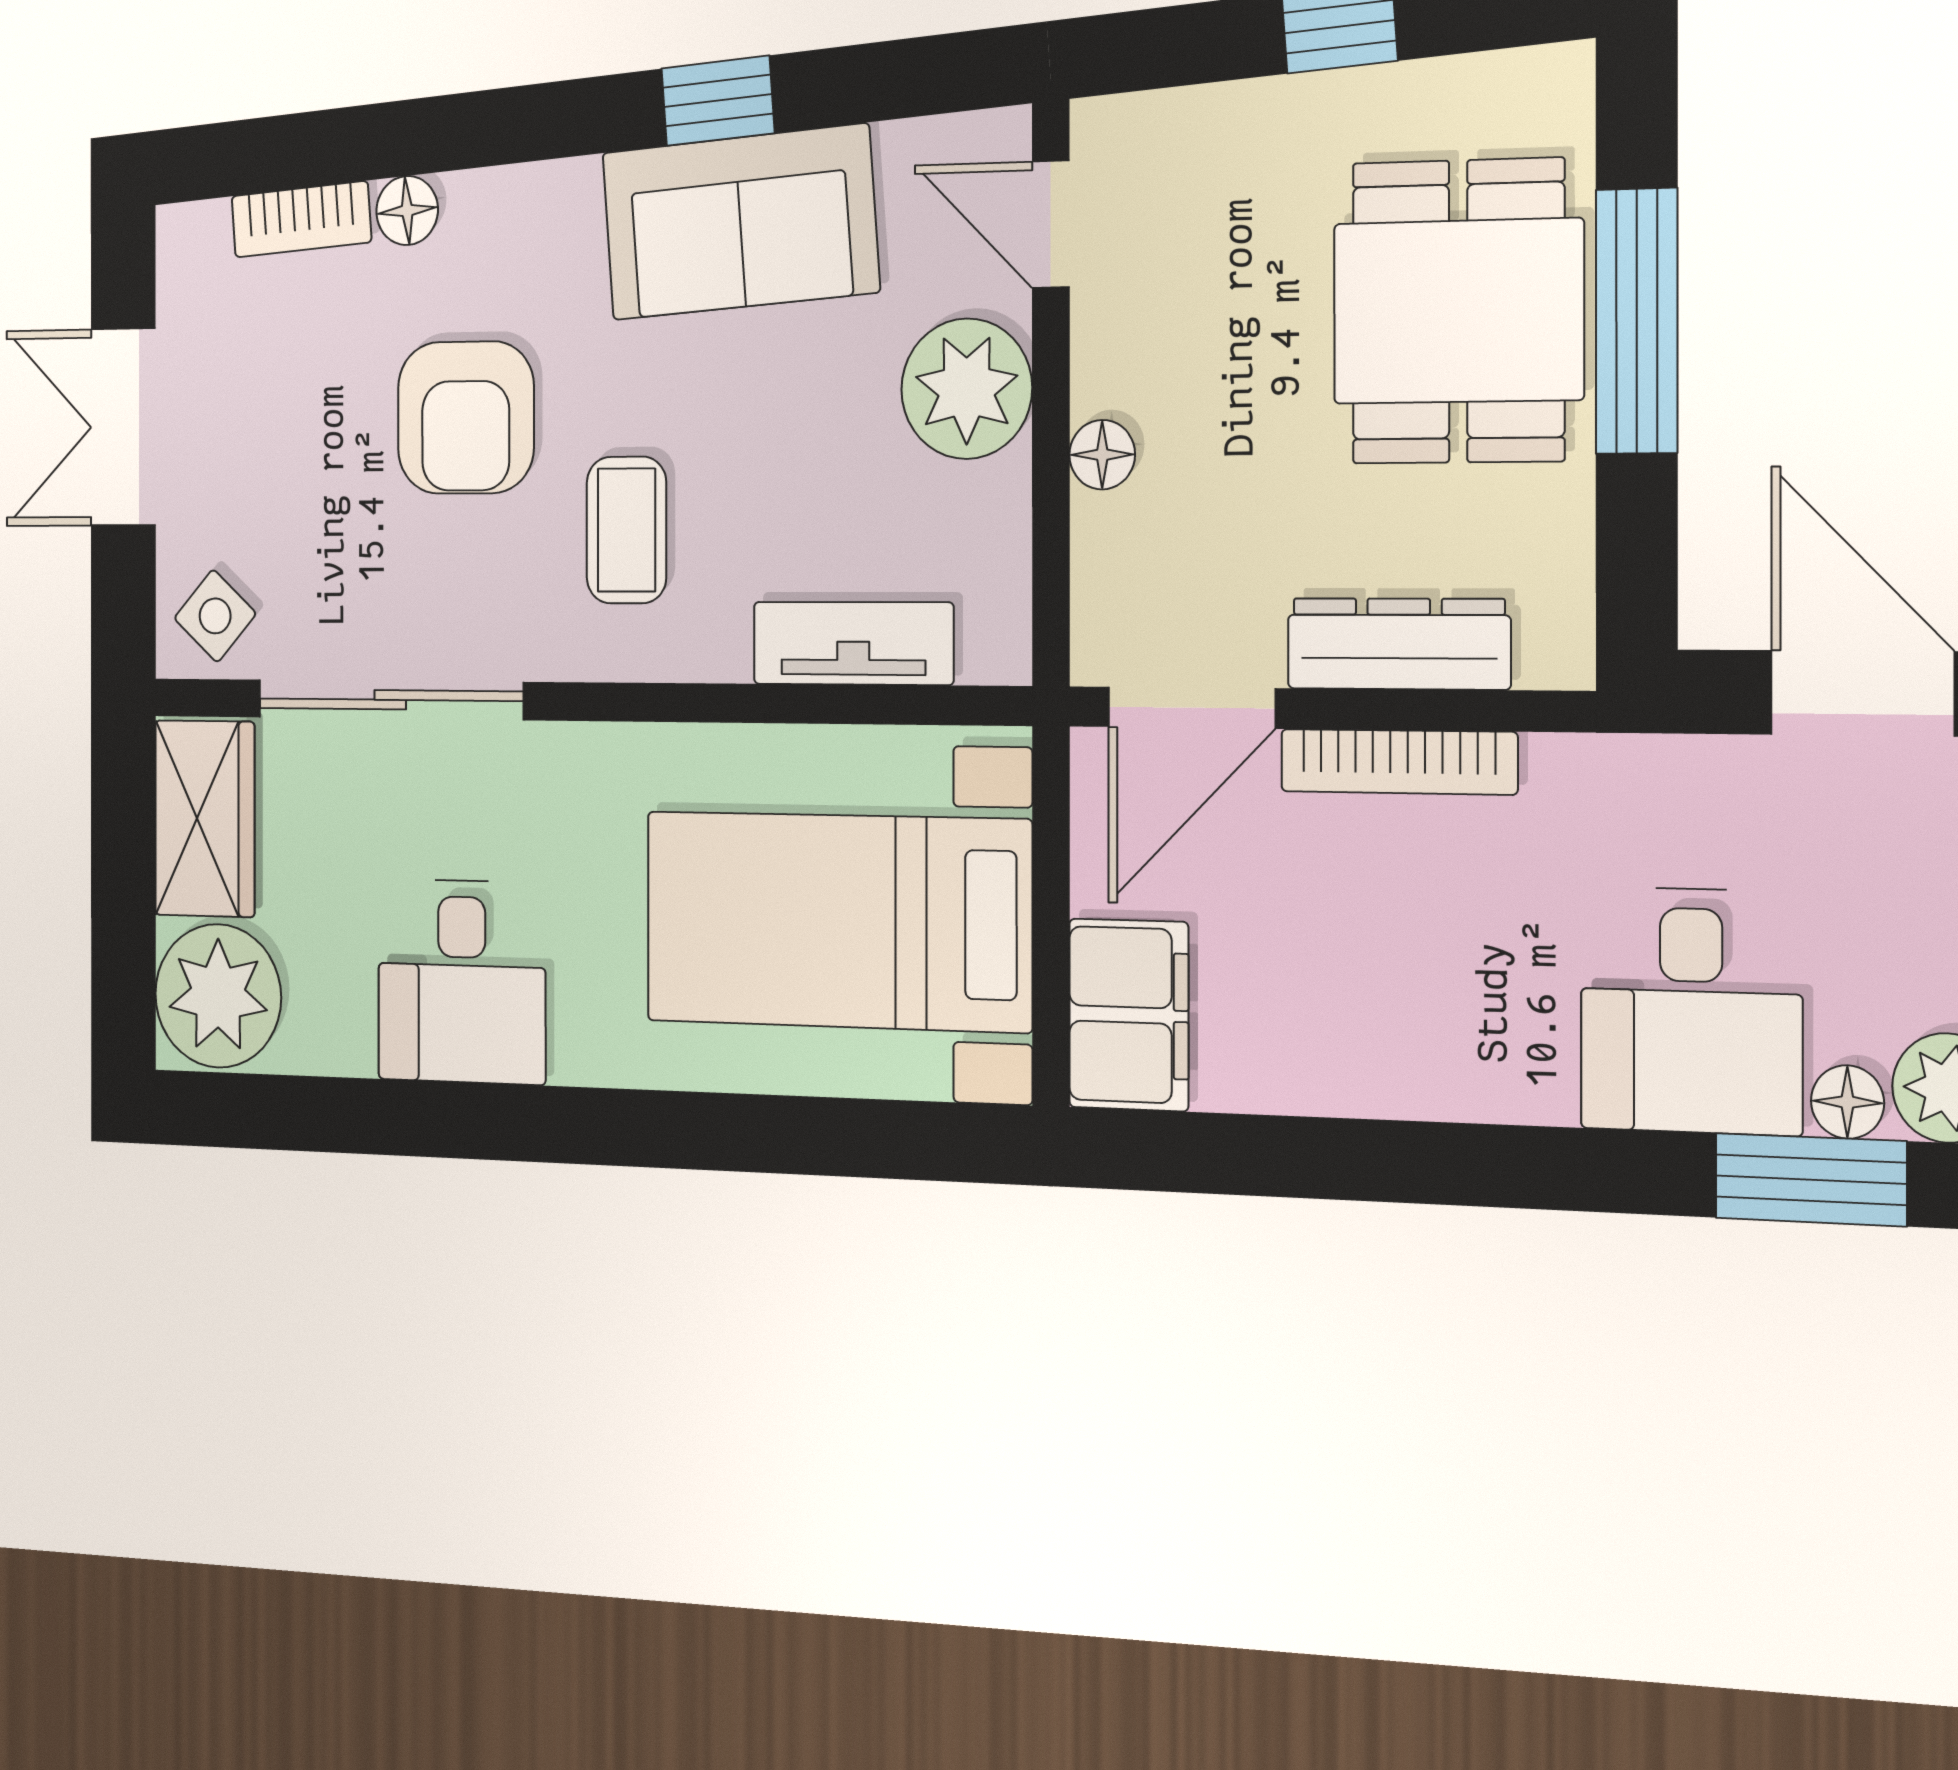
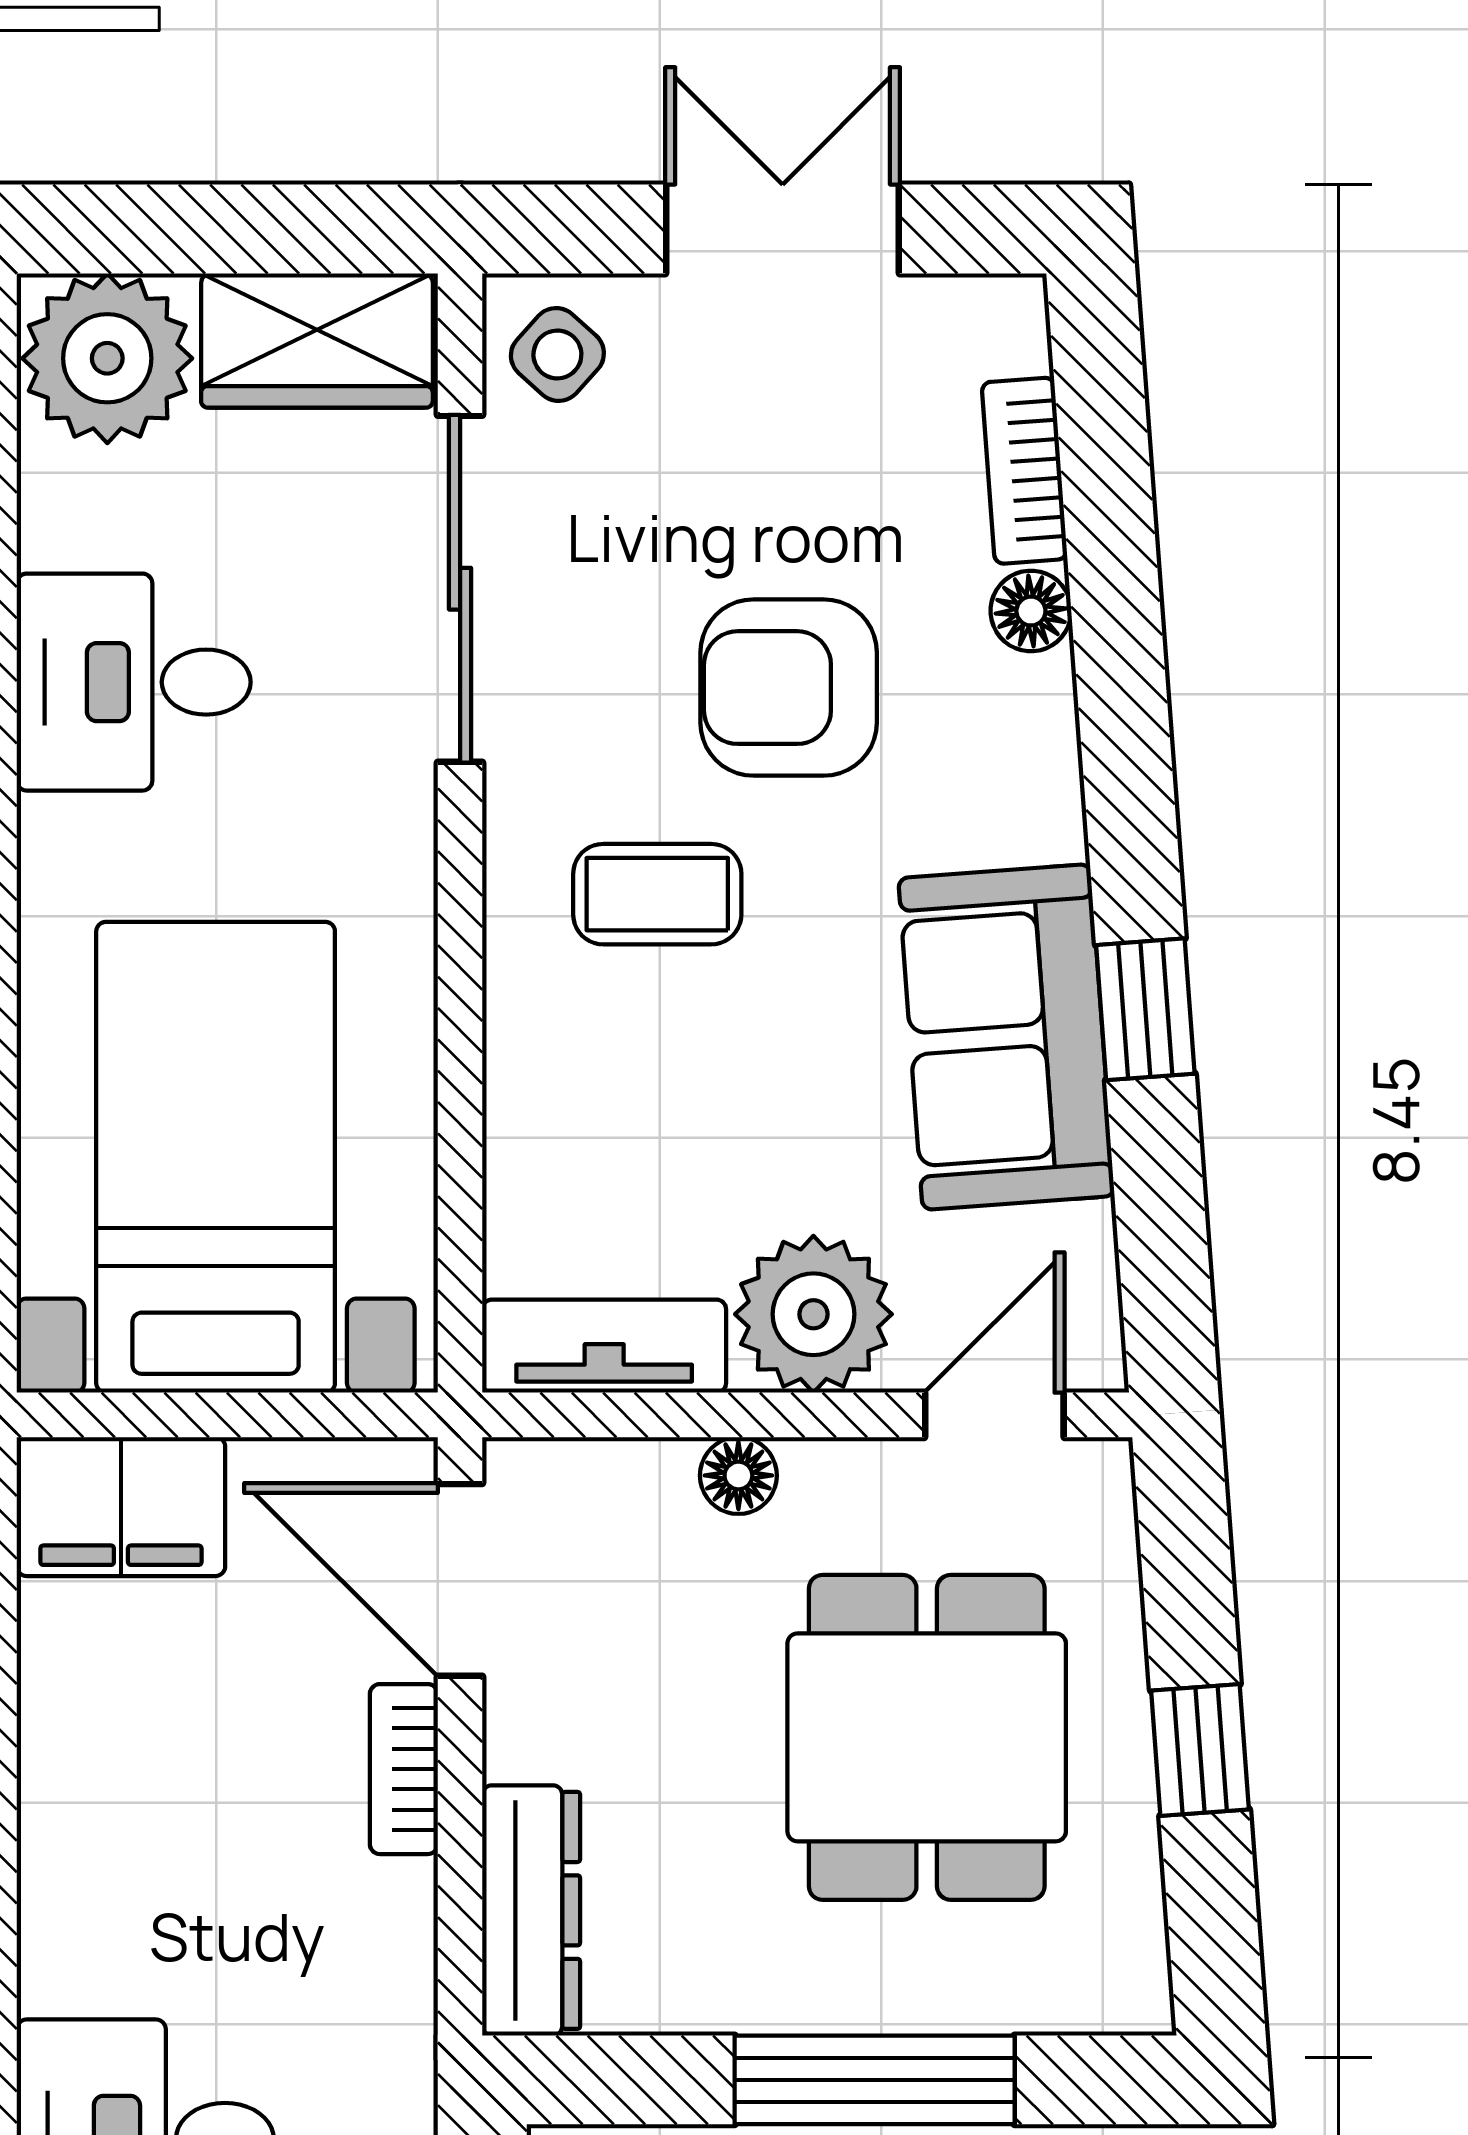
dining table: (1458, 311) -> (927, 1737), moved, turned 90
tv unit: (853, 643) -> (604, 1346), moved, turned -90
dresser: (1399, 644) -> (531, 1910), moved
bookcase: (1399, 762) -> (404, 1769), width x0.64

